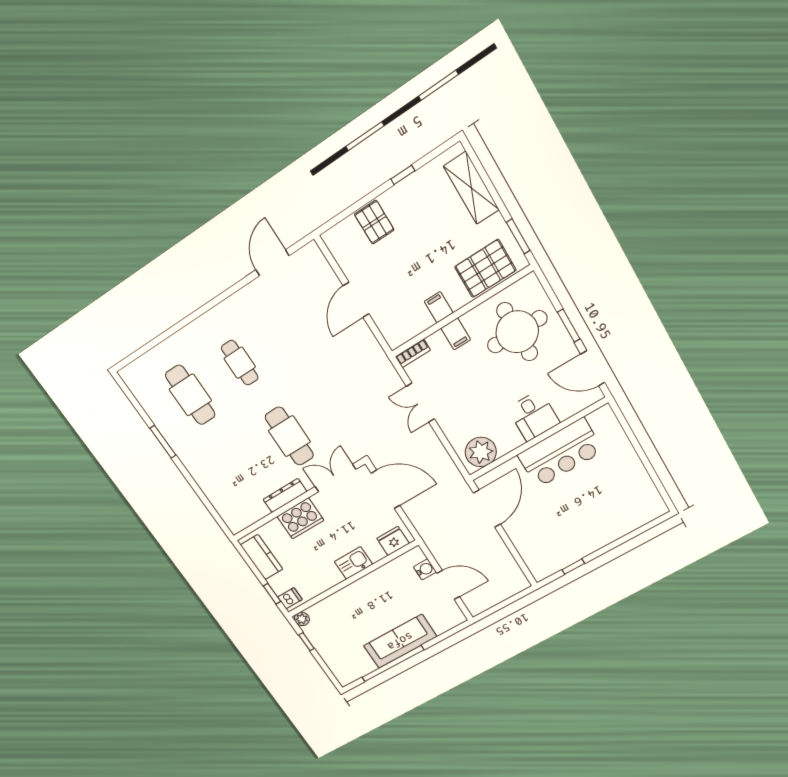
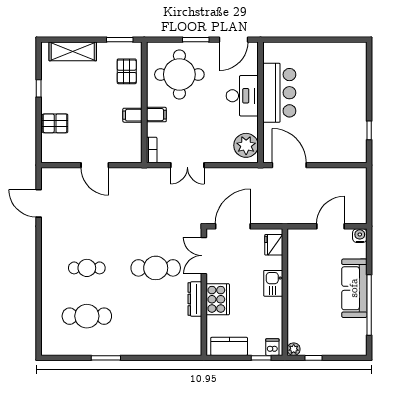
pallet: (485, 269) -> (127, 71), width x0.67, depth x0.71
desk: (534, 416) -> (242, 96), width x1.37
water cooler: (425, 569) -> (360, 236), moved

